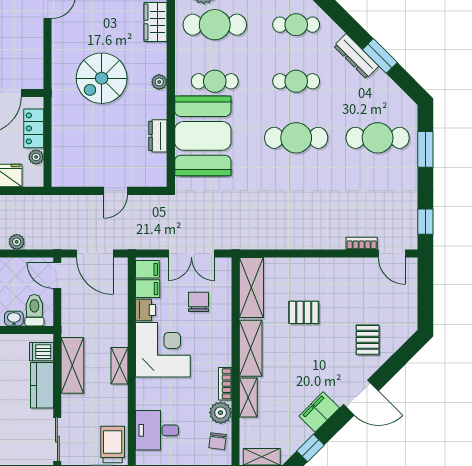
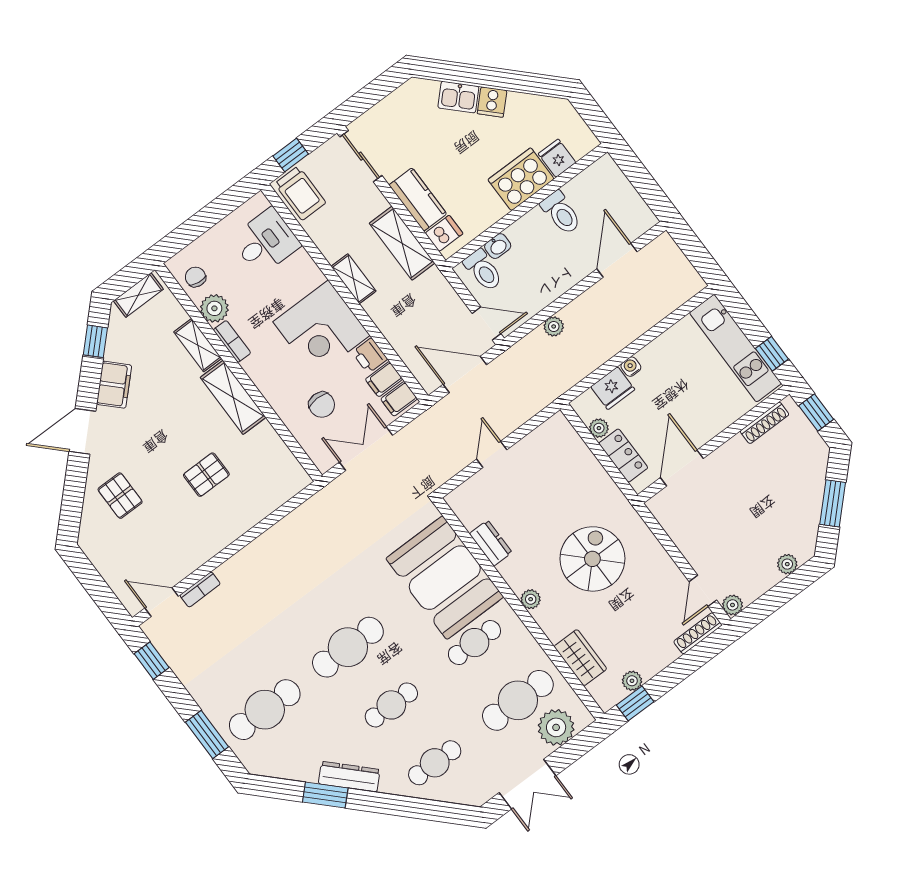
shelving: (251, 288) -> (279, 460), removed

